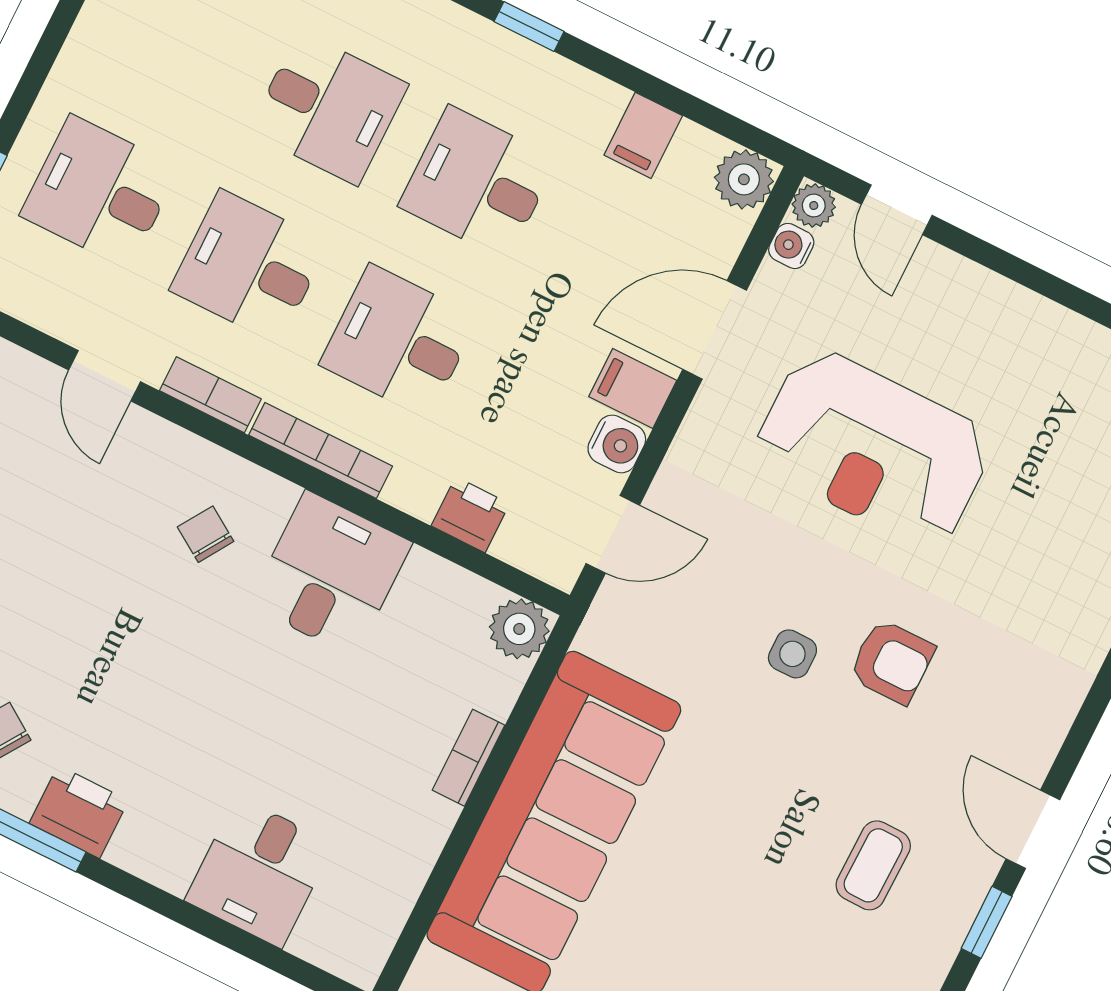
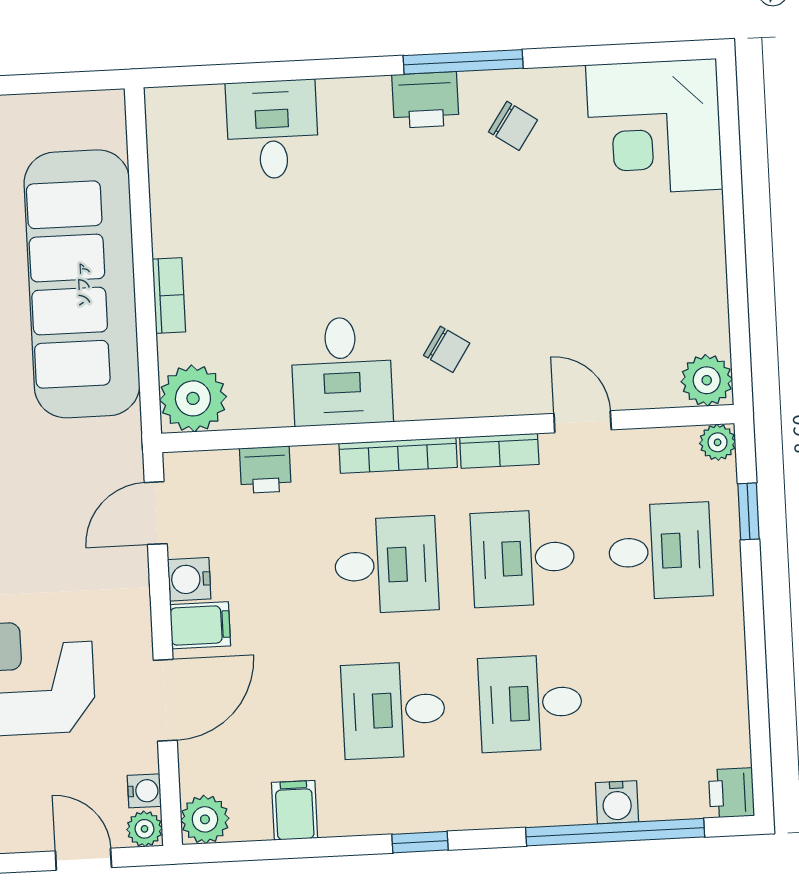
desk: (478, 183) -> (393, 710), turned 180
desk: (249, 266) -> (523, 558), turned 180
plant: (519, 629) -> (193, 398), width x1.36, depth x1.36

